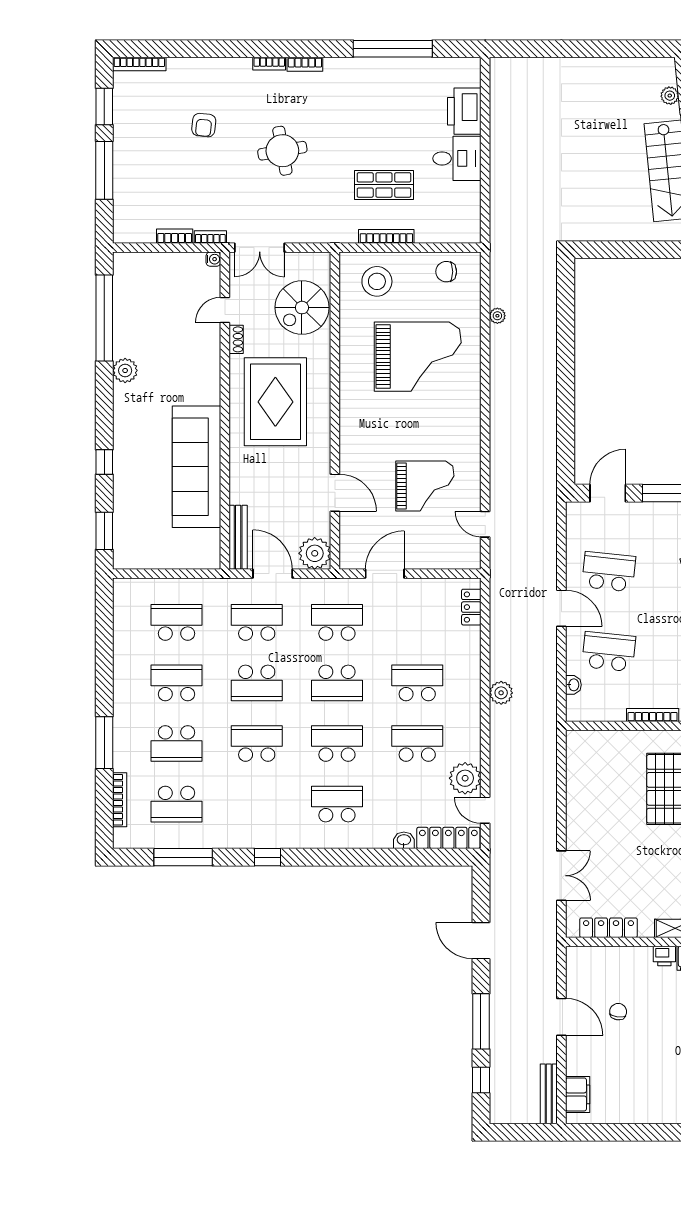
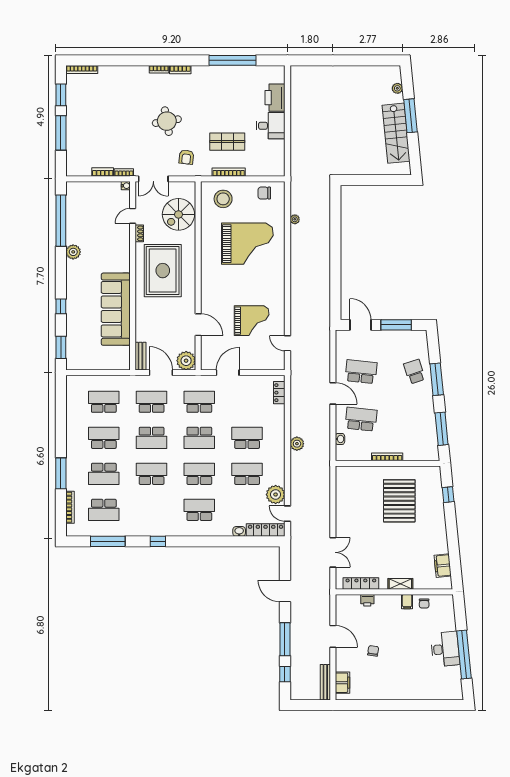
armchair: (204, 125) -> (186, 157), moved
door: (608, 493) -> (360, 325), hinge flipped
bench: (238, 537) -> (140, 356), width x0.73
printer: (664, 956) -> (367, 600), moved
chair: (618, 1012) -> (373, 651), moved

